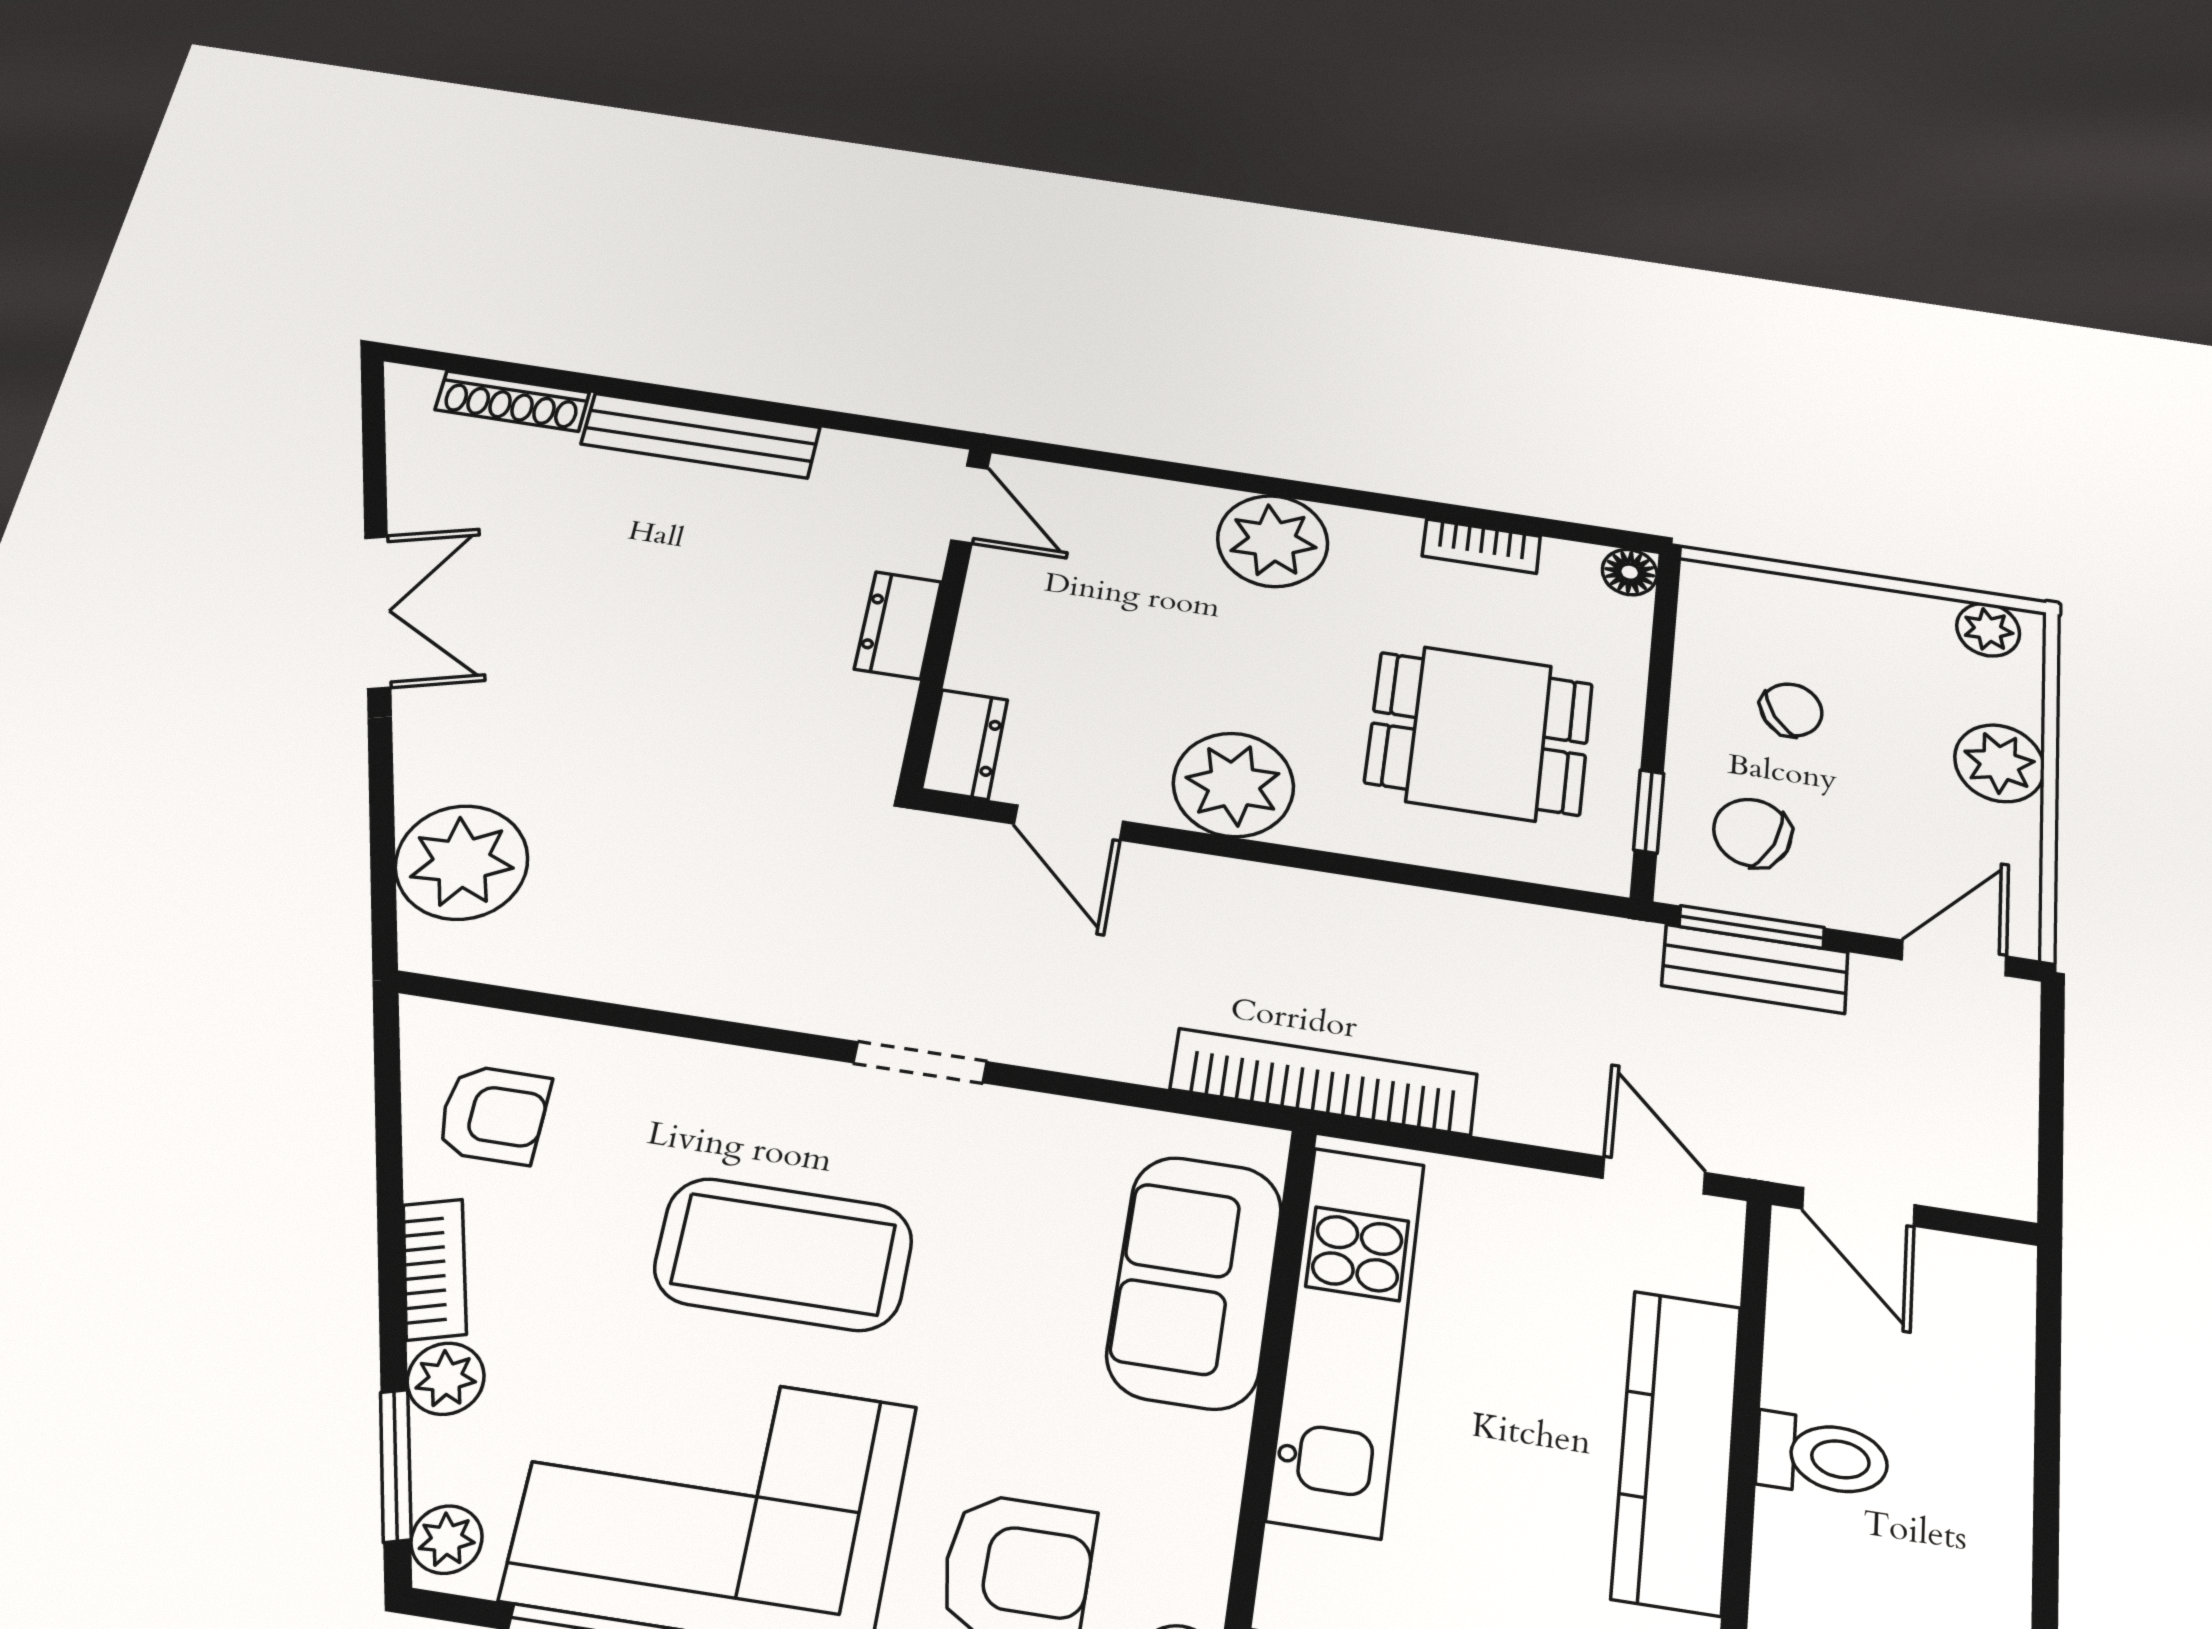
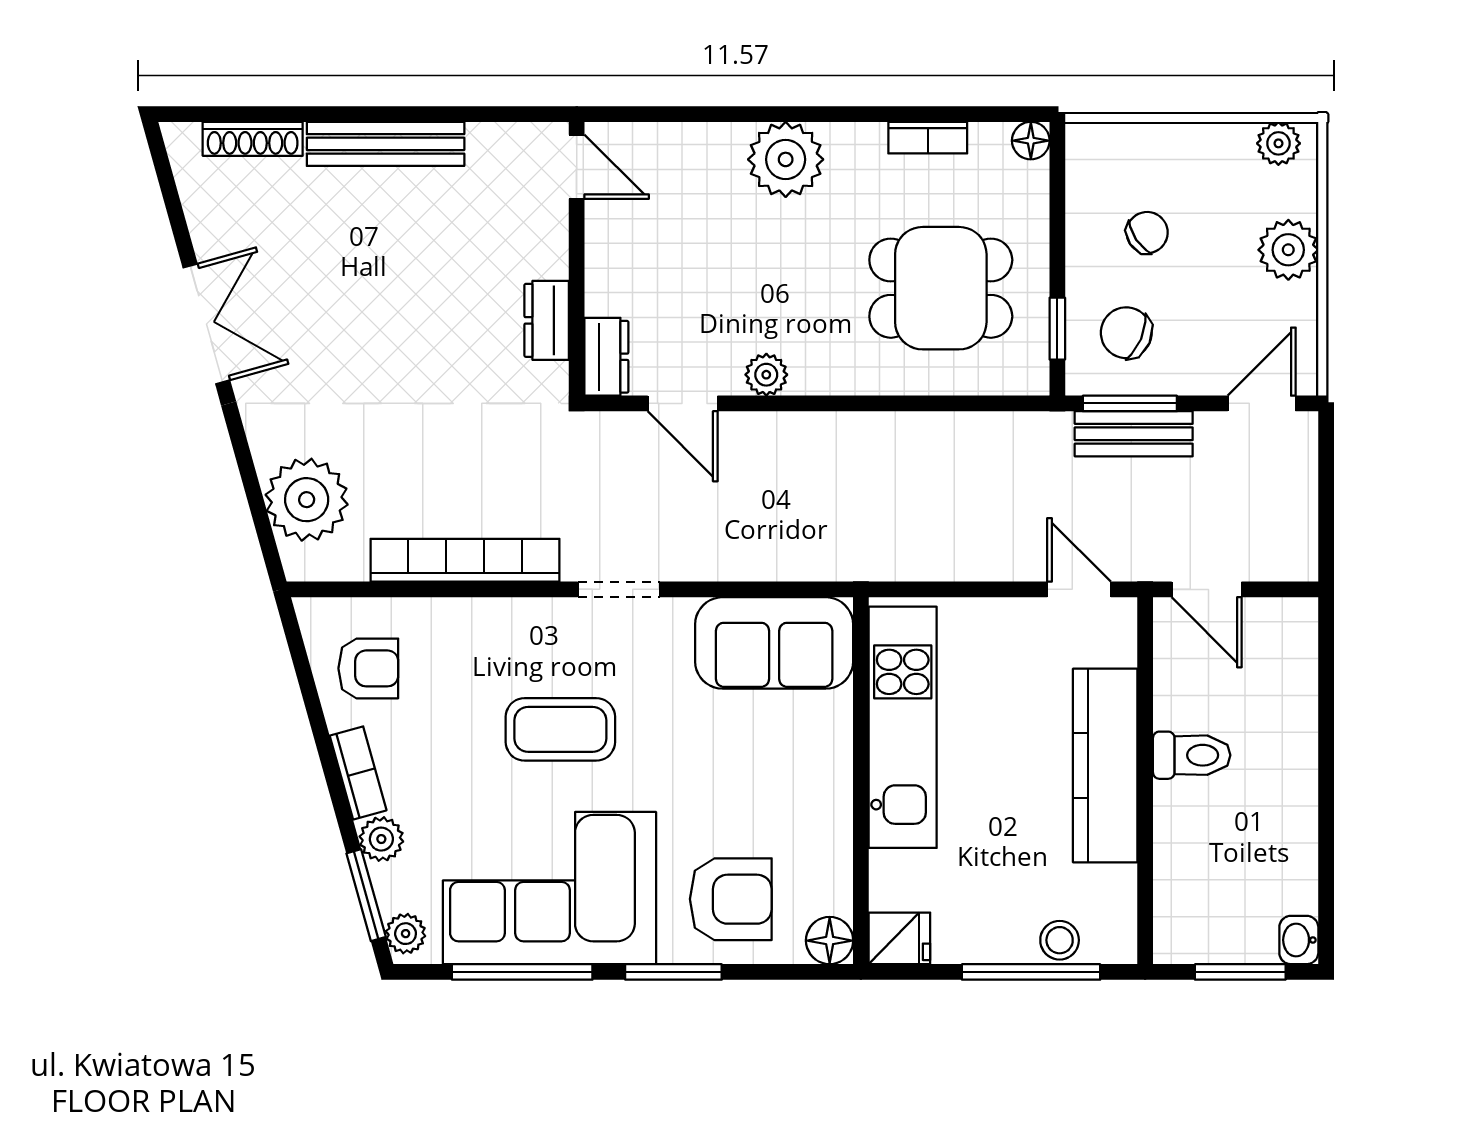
dresser: (898, 625) -> (547, 320), moved
plant: (1233, 785) -> (766, 375), width x0.53, depth x0.53
bookcase: (1324, 1082) -> (465, 560), moved
coffee table: (784, 1254) -> (560, 729), width x0.73, depth x0.76
sofa: (1195, 1281) -> (774, 643), moved, turned -90

